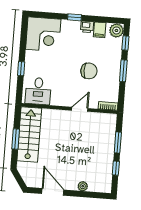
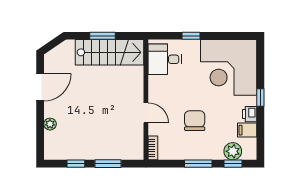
plant: (116, 30) -> (233, 151), moved
corner desk: (43, 34) -> (229, 67), width x1.36, depth x1.36
chair: (89, 71) -> (195, 121), turned 180

